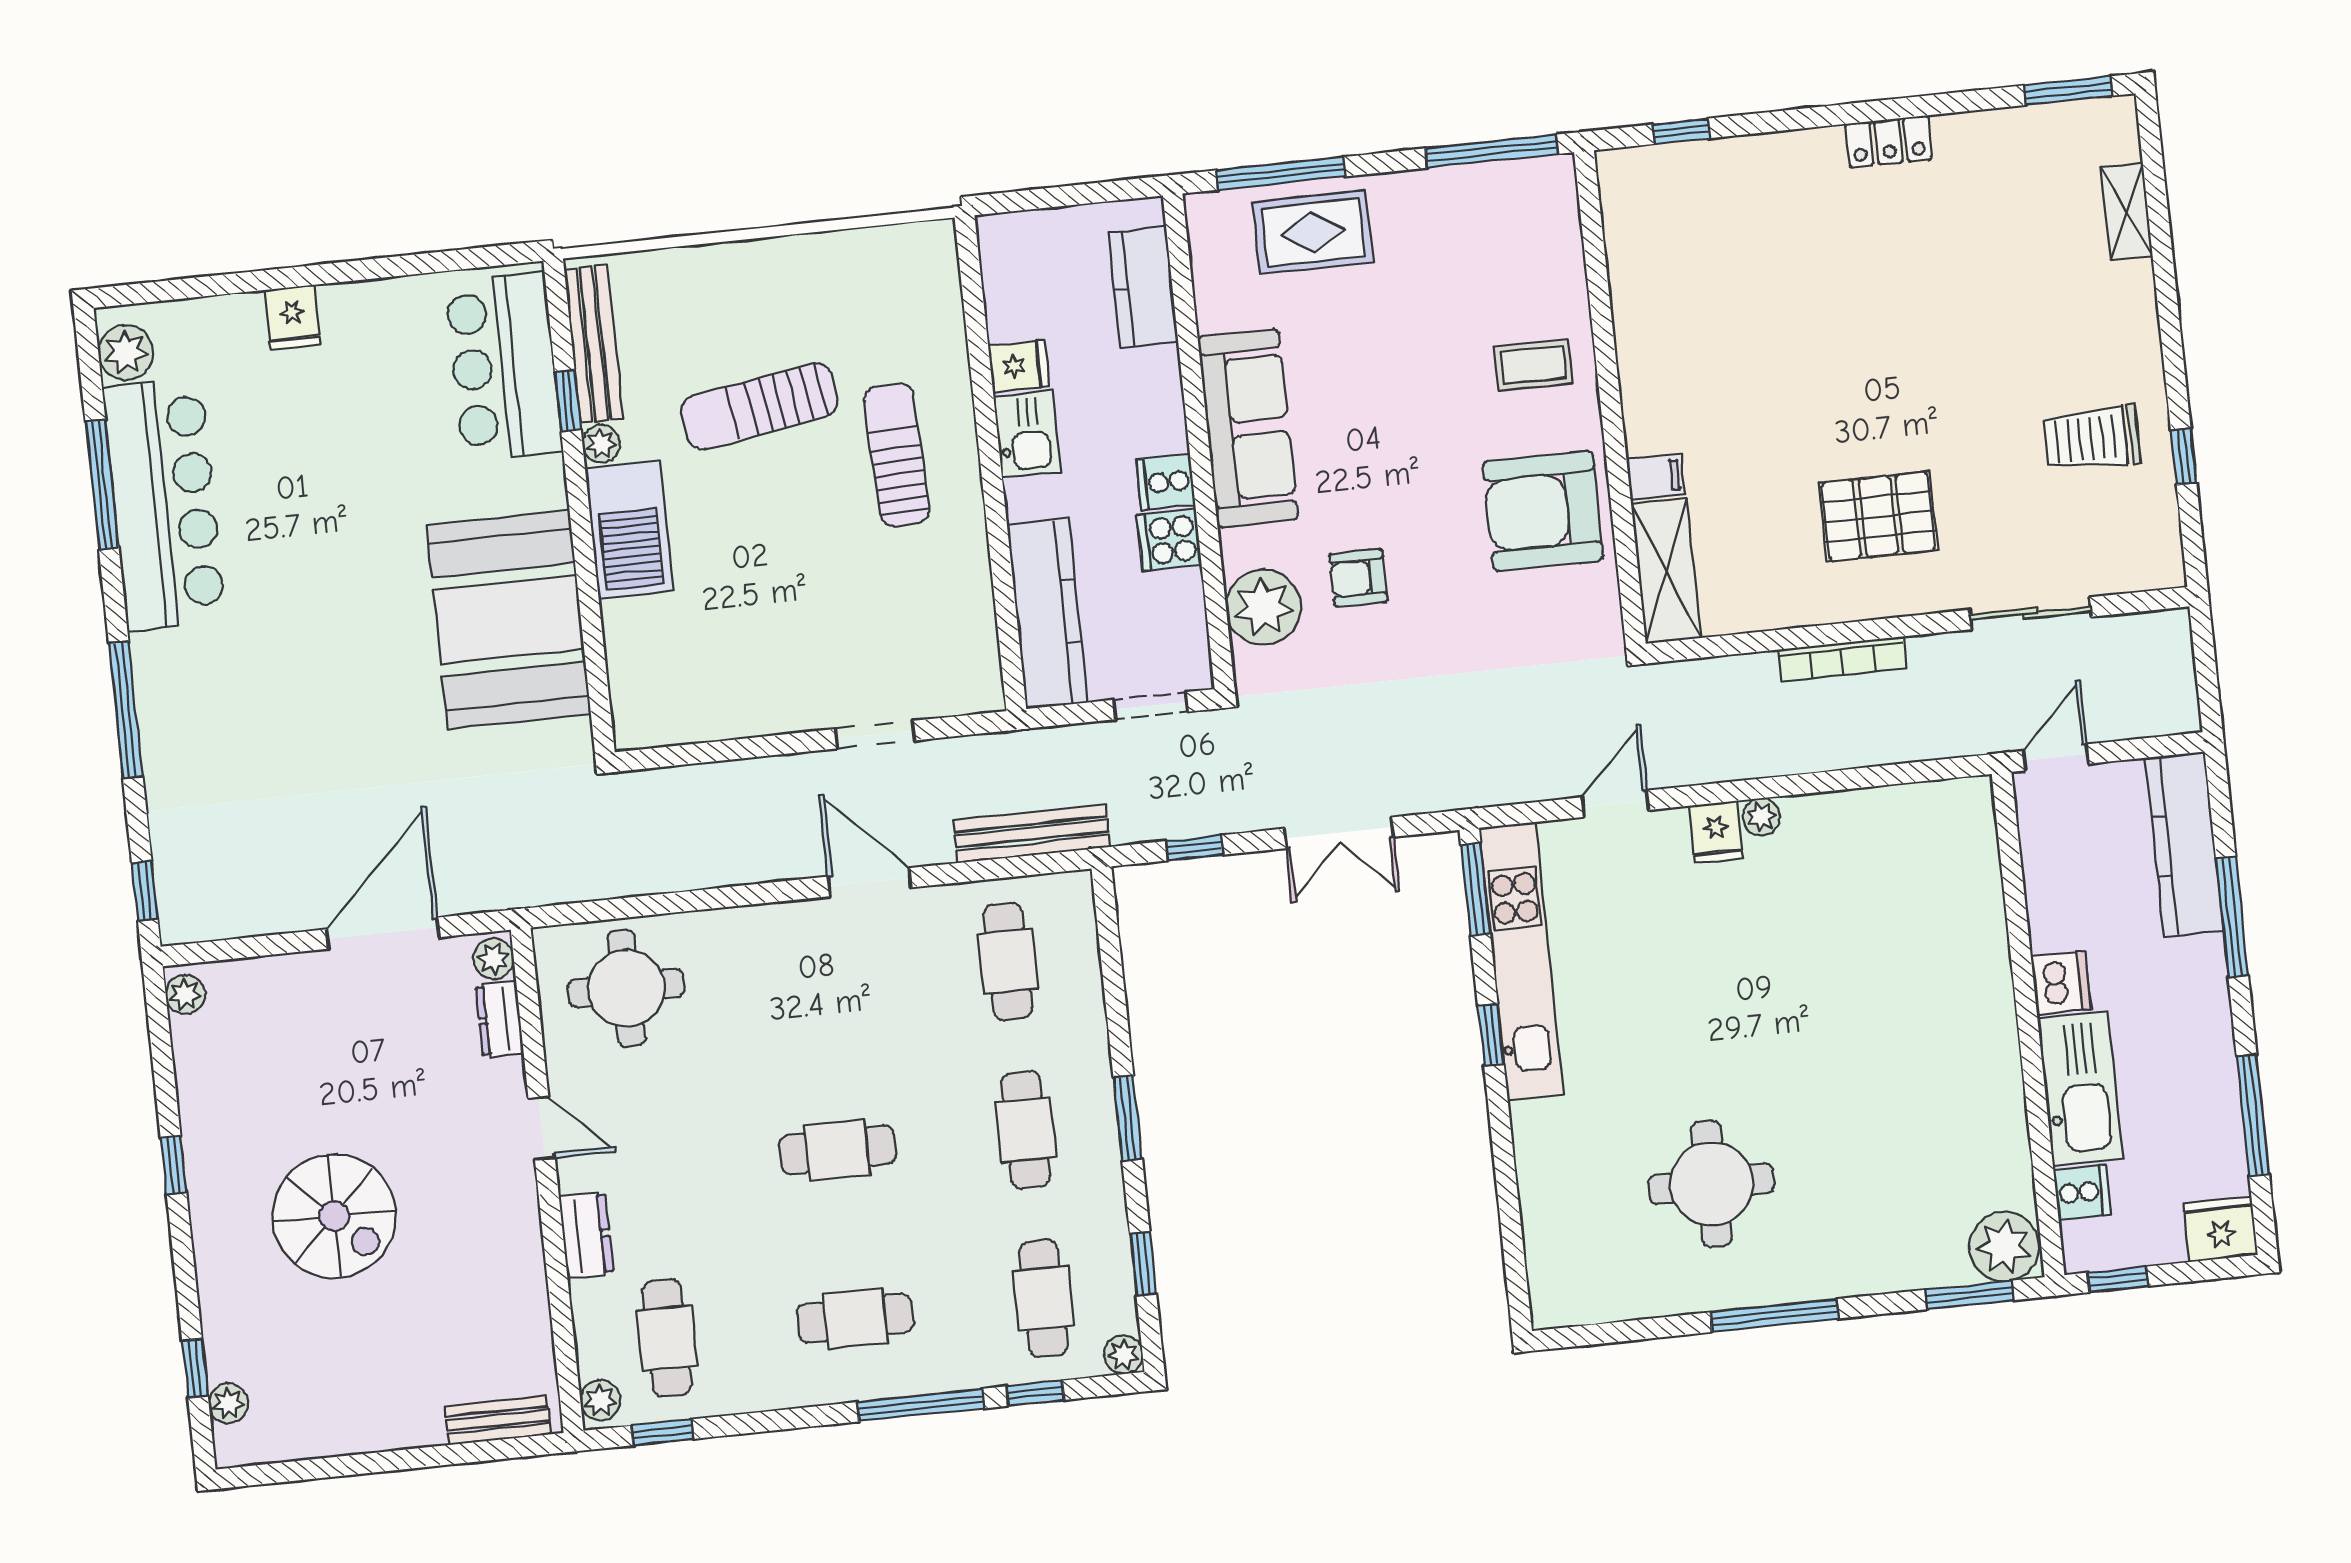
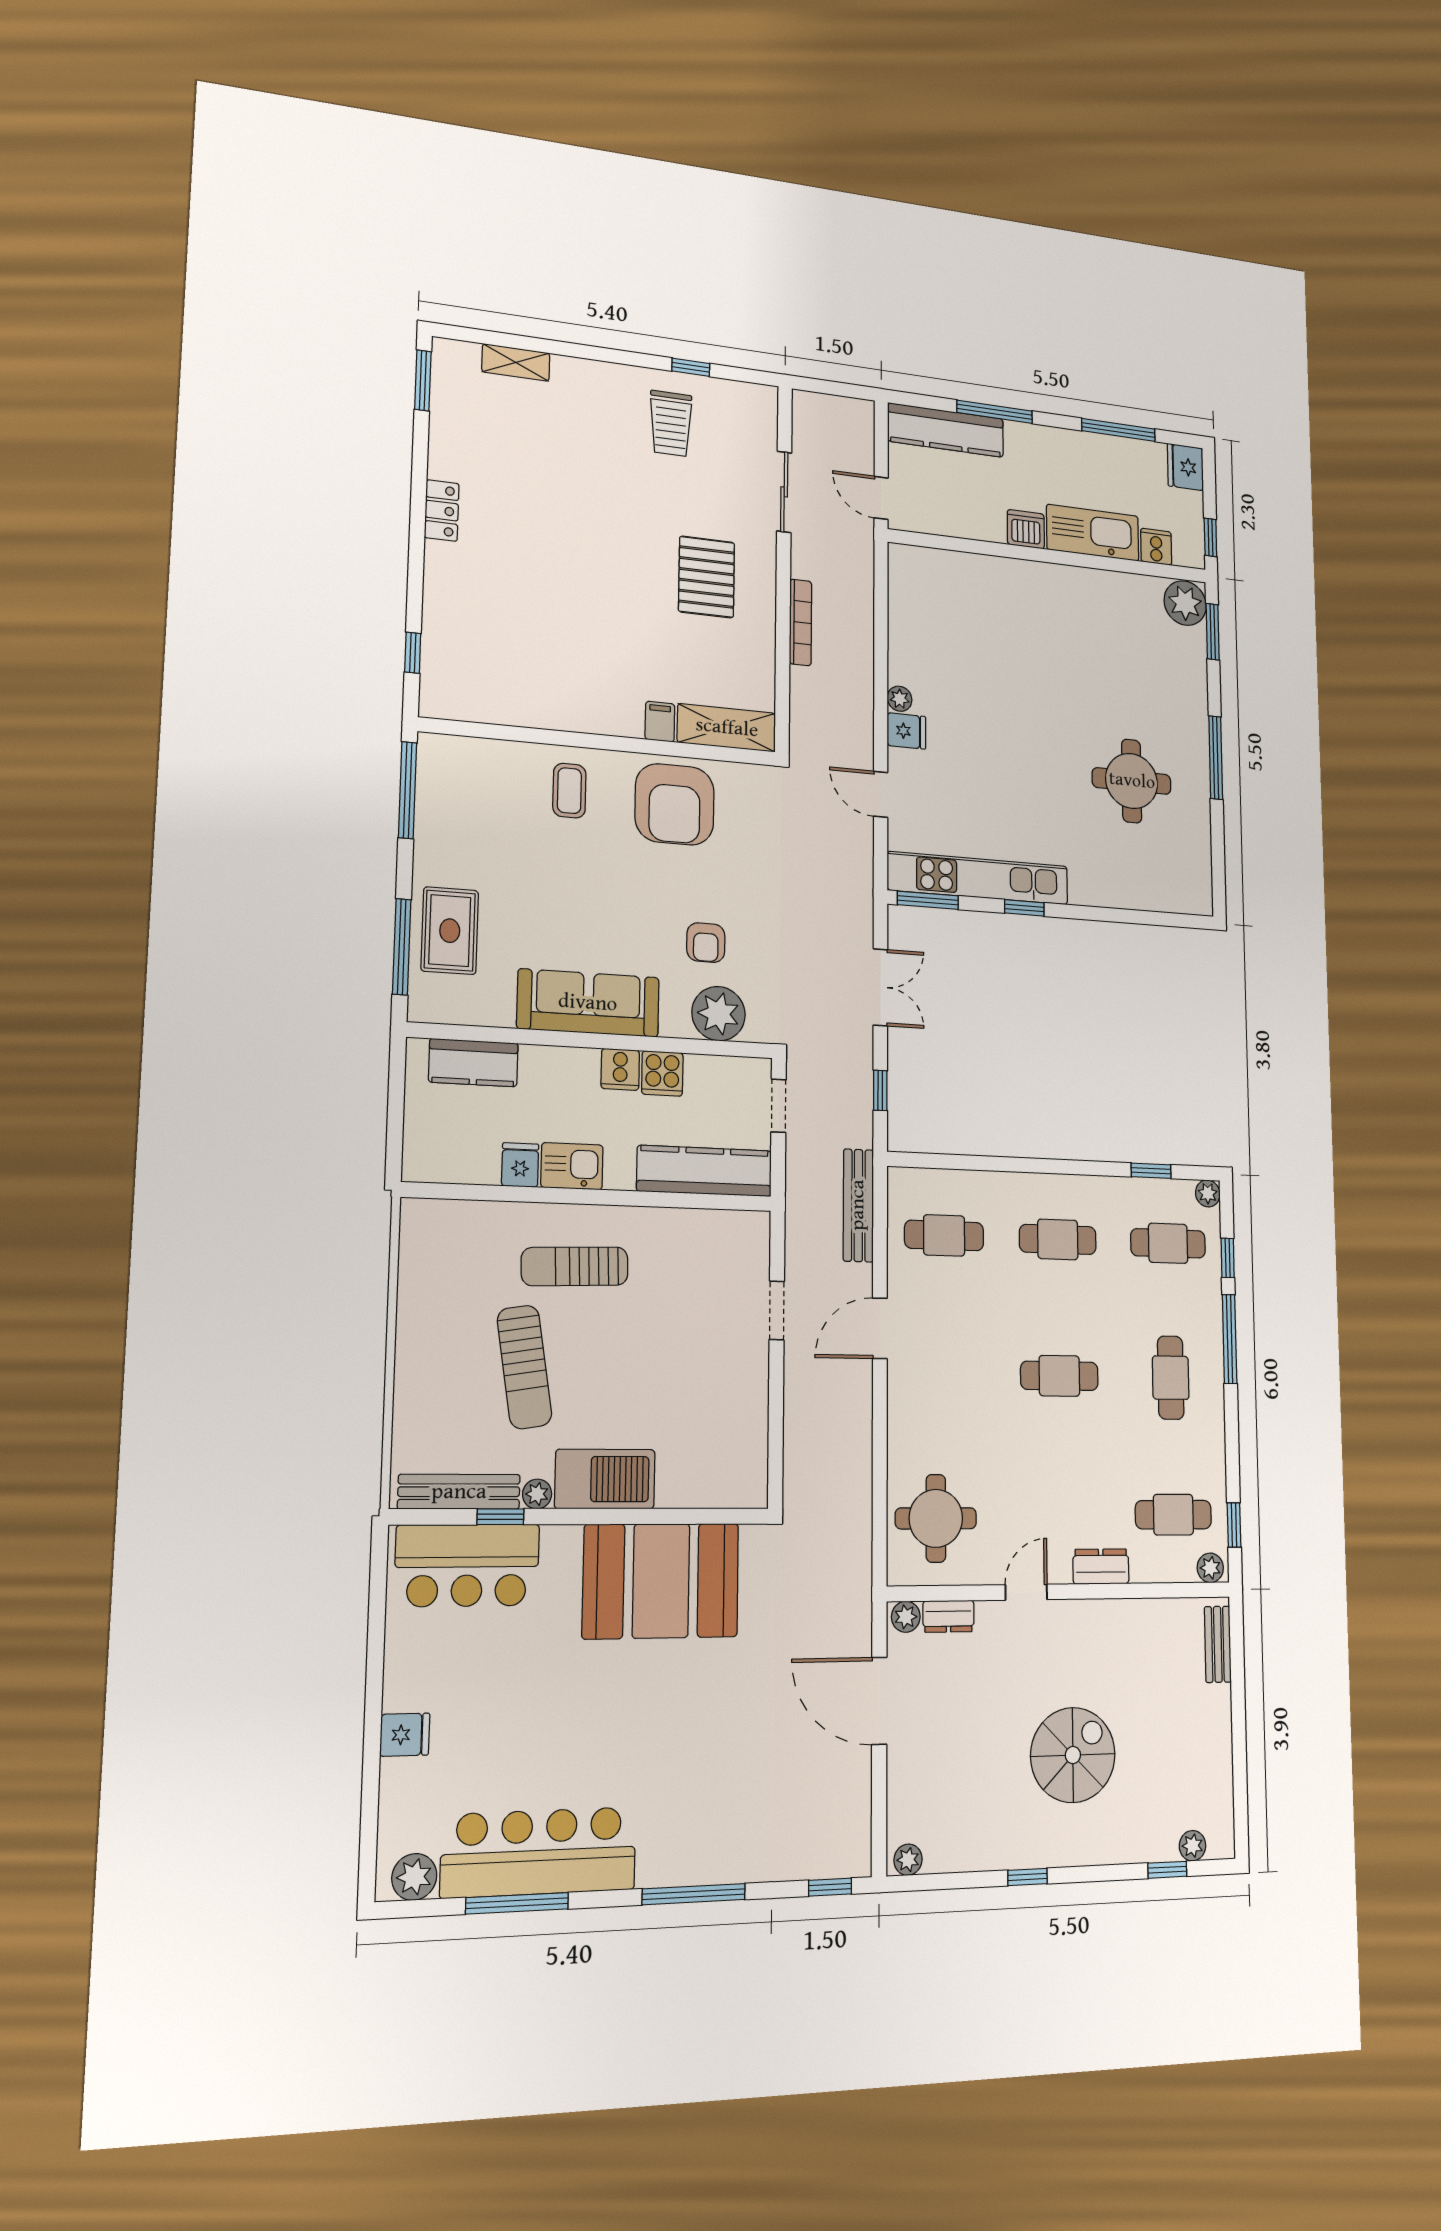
window: (1128, 1118) -> (1056, 1166), removed
cafe table: (837, 1150) -> (1059, 1376), turned 90

